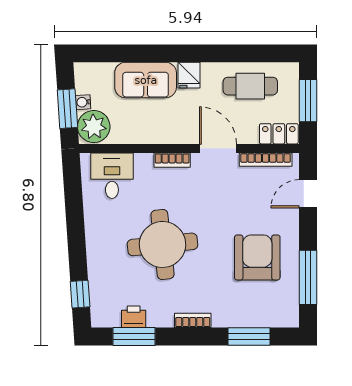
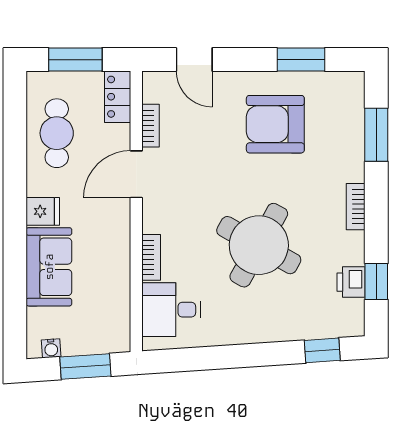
water cooler: (83, 102) -> (51, 348), moved
plant: (94, 127) -> (108, 333), removed
bookcase: (172, 160) -> (151, 257), moved
bookcase: (266, 160) -> (151, 126), width x0.64
round table: (163, 244) -> (259, 245), turned 35
window: (308, 277) -> (301, 60), width x0.69
window: (134, 336) -> (376, 282), width x0.67

